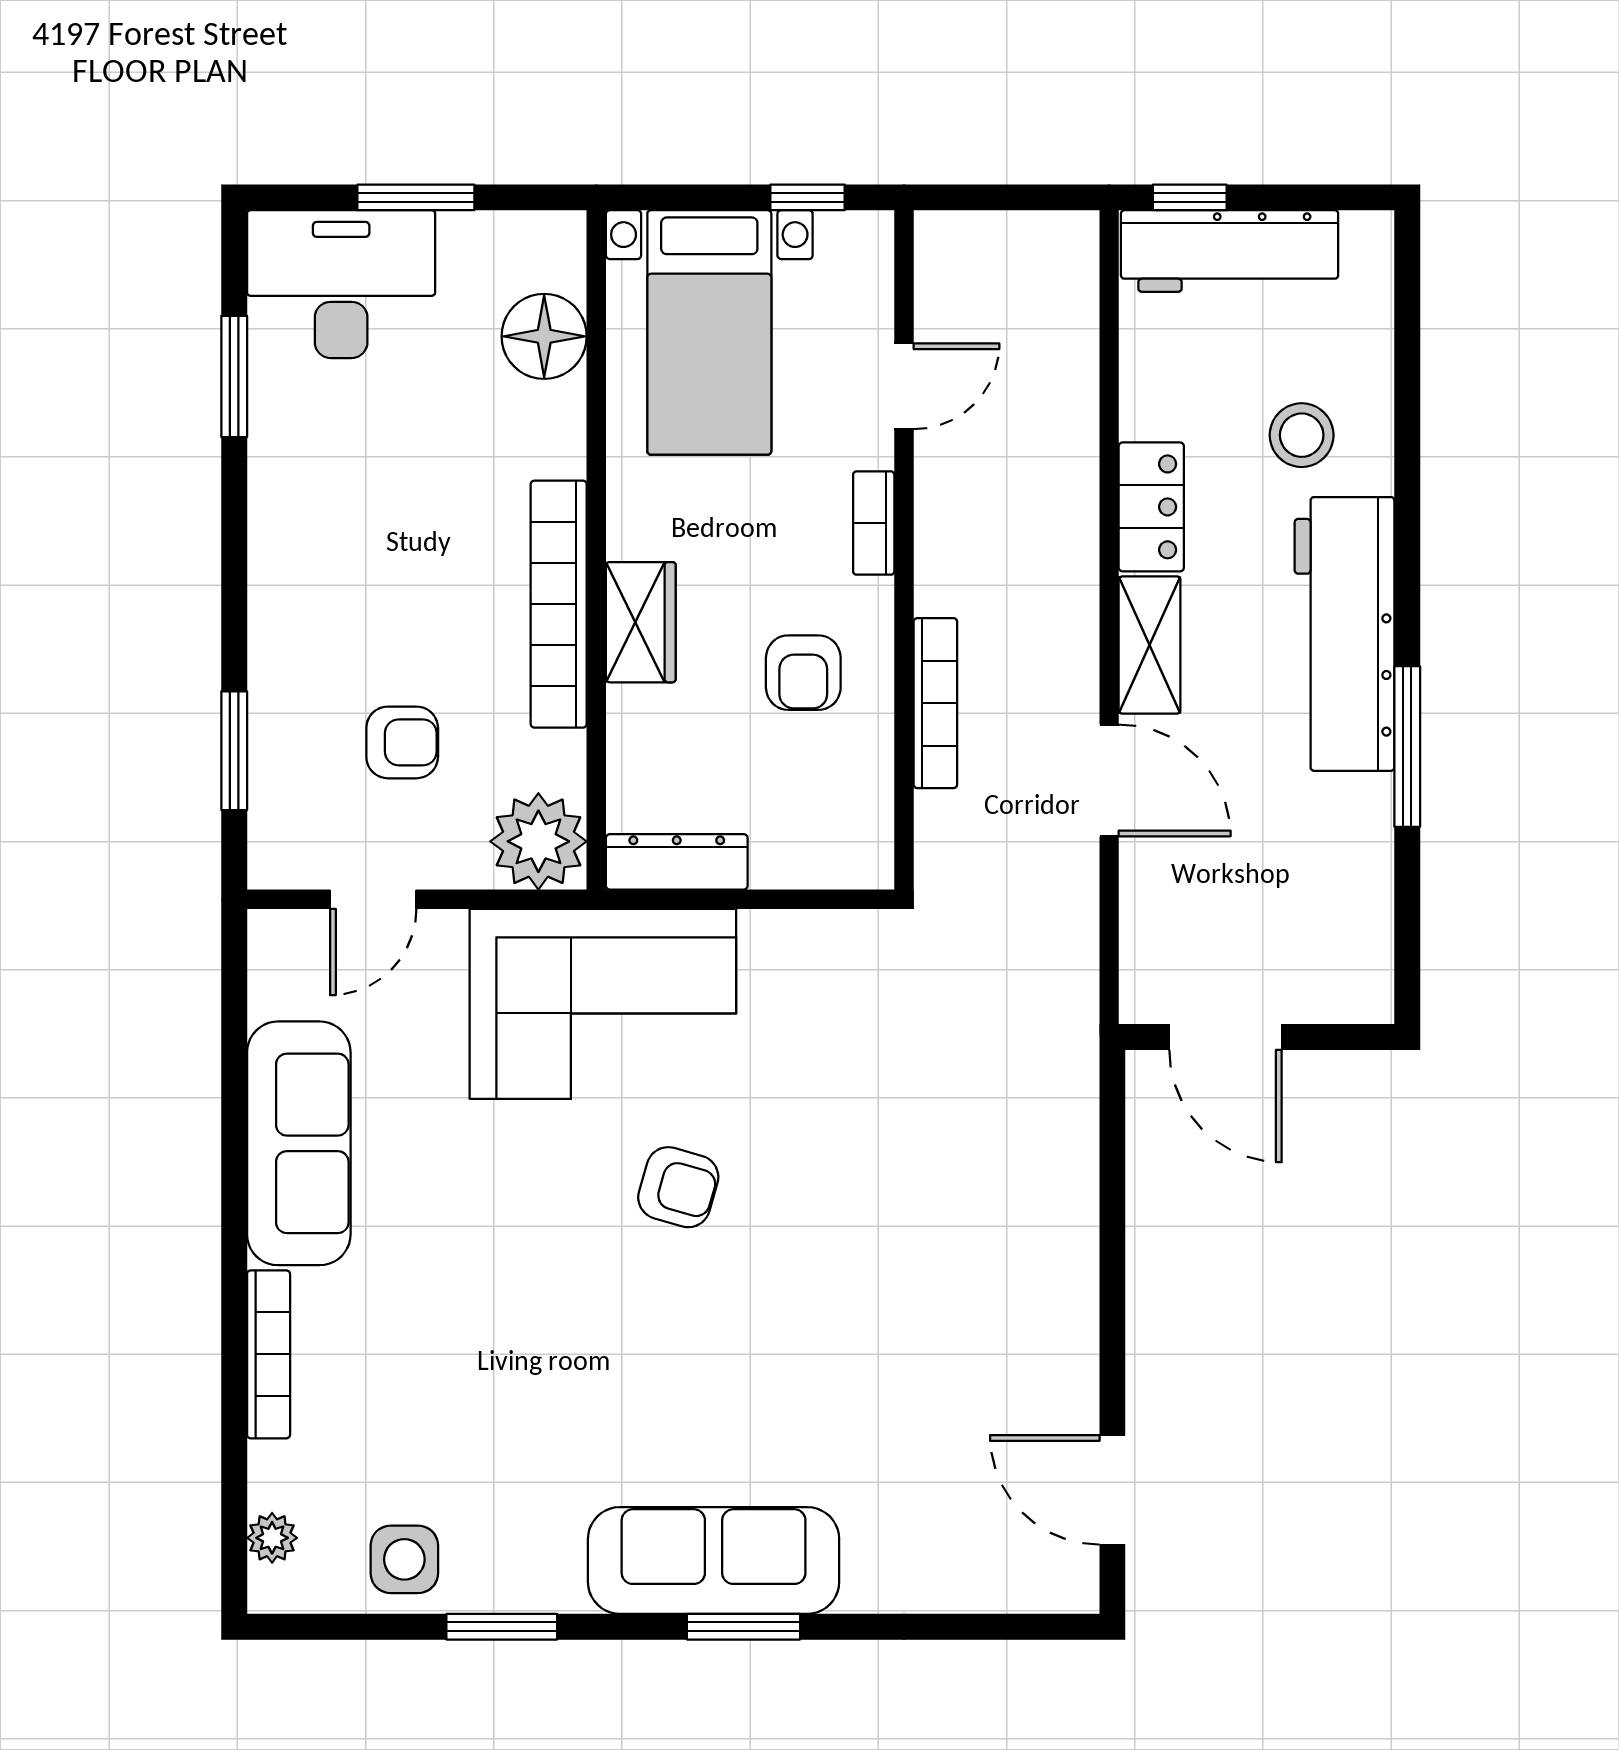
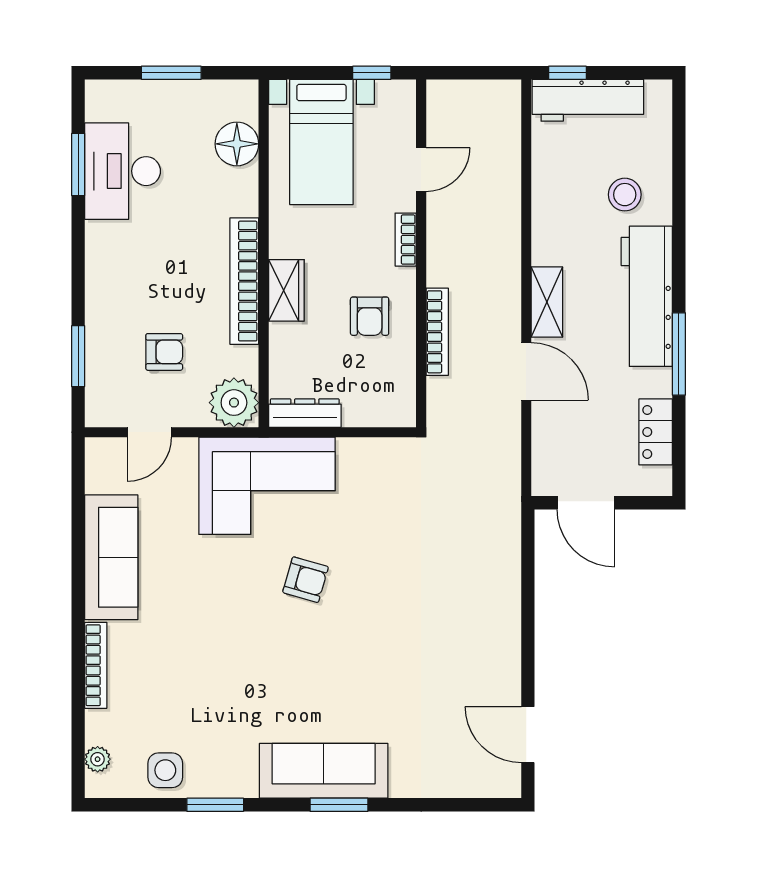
desk: (341, 284) -> (123, 171), moved, turned -90
locker: (1151, 507) -> (656, 432), moved, turned 180

